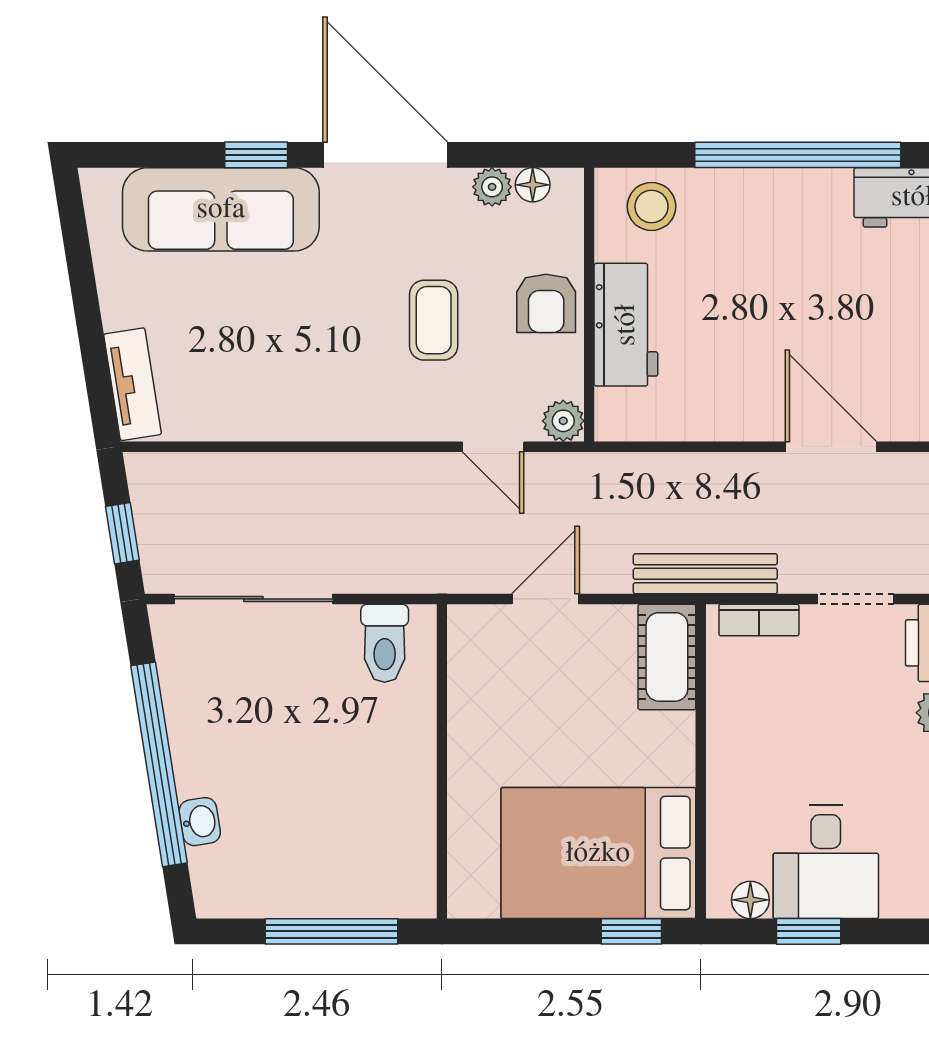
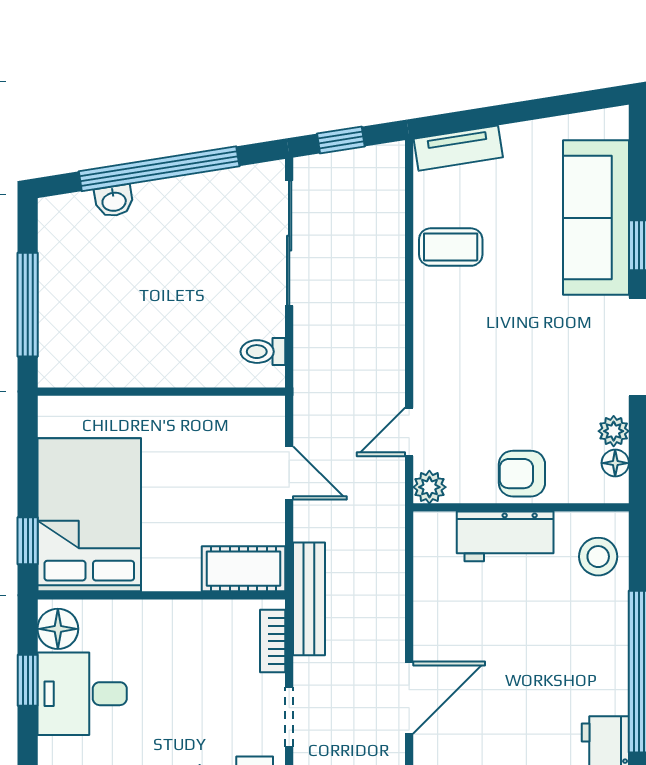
coffee table: (434, 320) -> (451, 247), moved
toilet: (385, 643) -> (263, 352), width x0.73, depth x0.72
floor lamp: (750, 900) -> (58, 629), width x1.37, depth x1.37

